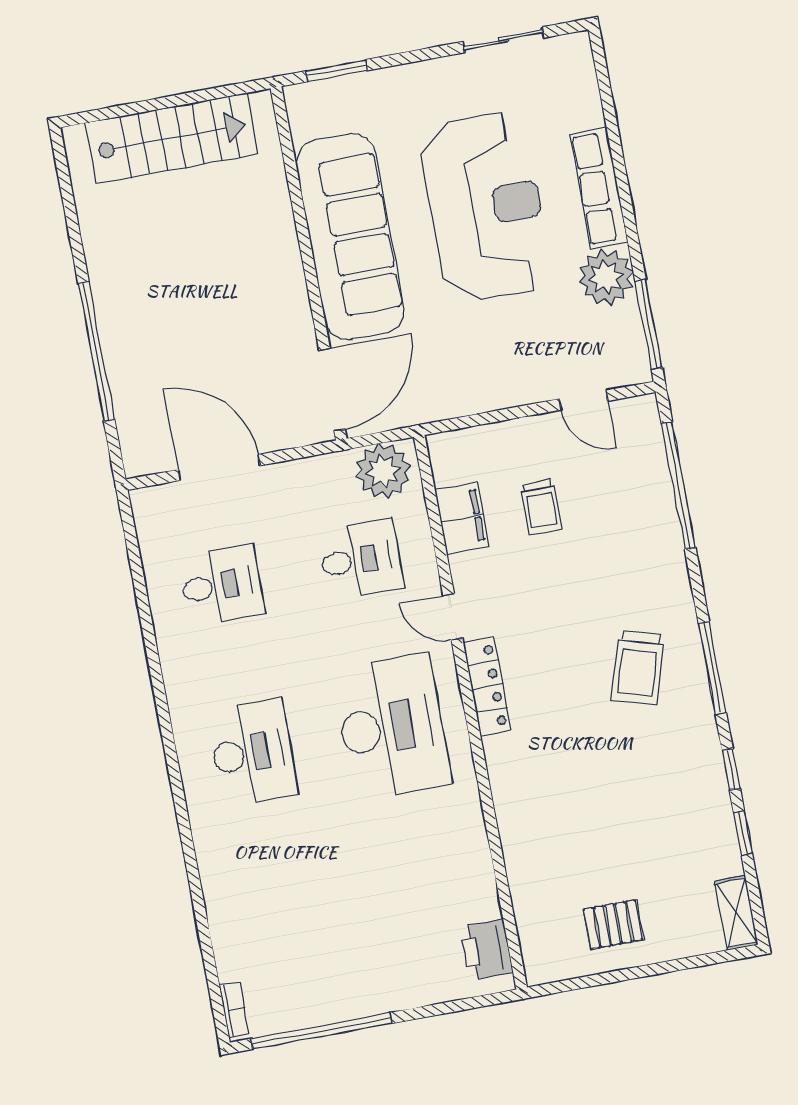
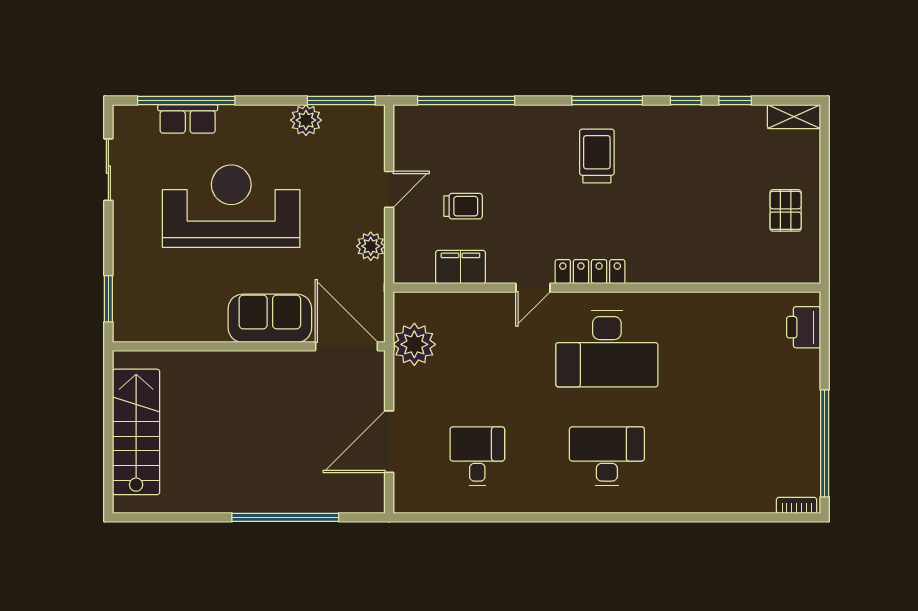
window: (611, 124) -> (186, 100), added
row of seats: (599, 188) -> (188, 119), moved, width x0.68
sofa: (350, 237) -> (270, 318), width x0.54, depth x0.79
plant: (606, 277) -> (306, 120), width x0.73, depth x0.73
plant: (467, 397) -> (371, 246), added
door: (583, 400) -> (389, 189), moved
plant: (383, 471) -> (414, 344), moved
desk: (360, 559) -> (477, 349), removed
trolley: (638, 668) -> (597, 156), turned -107
desk: (391, 727) -> (607, 349), turned 180
printer: (486, 950) -> (804, 327), moved, turned 90

